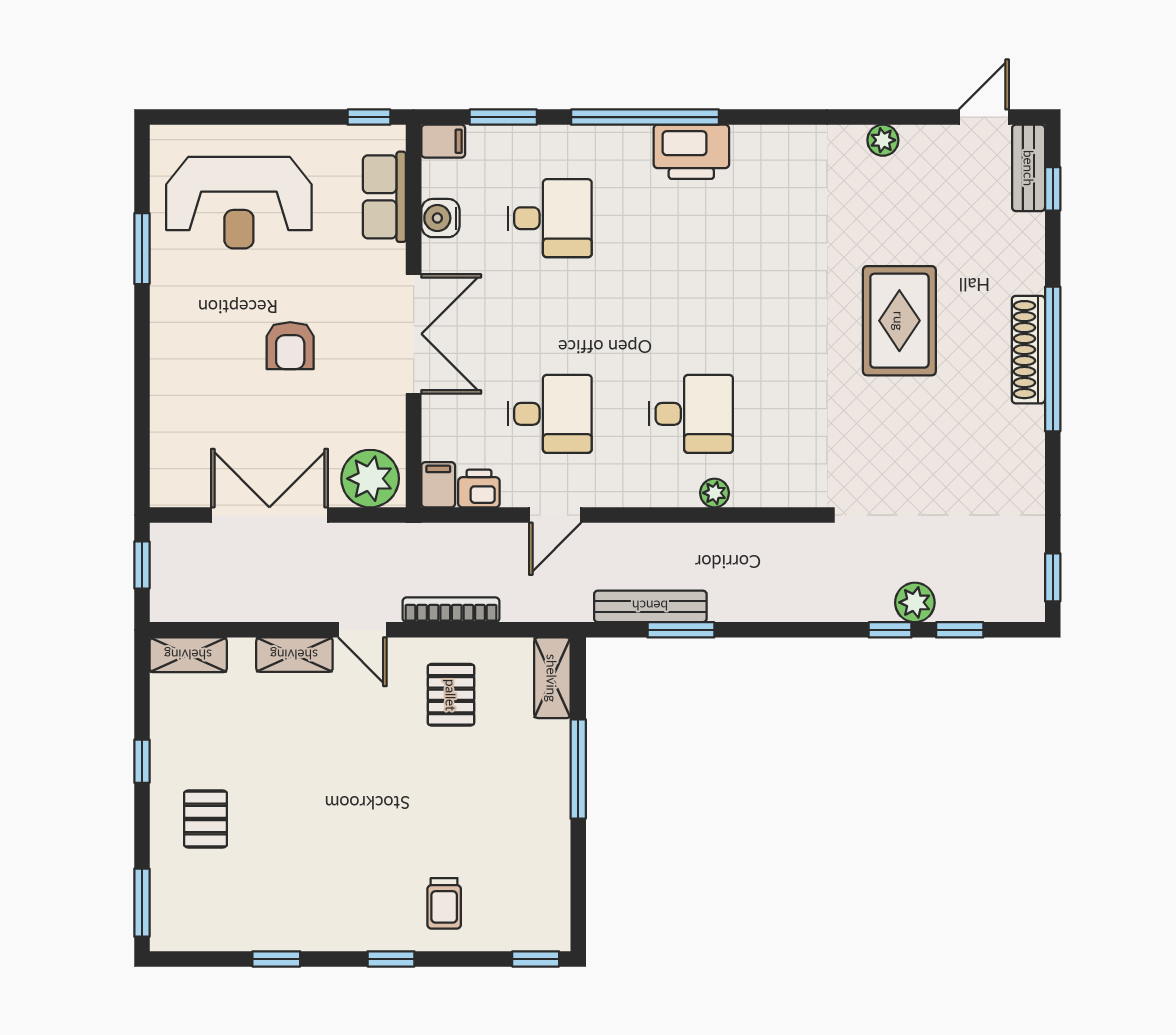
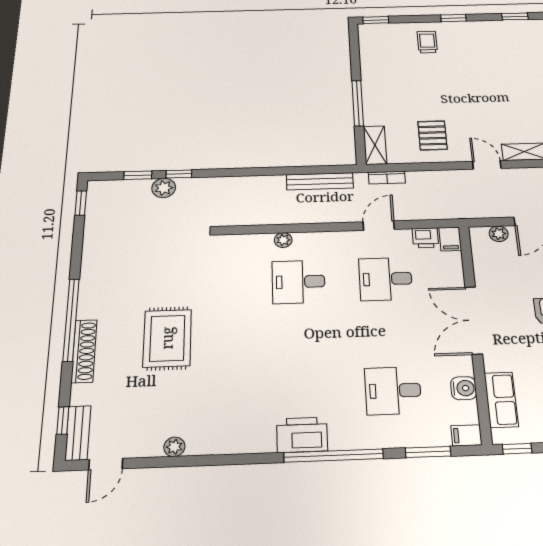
shoe rack: (1028, 350) -> (84, 351), moved
plant: (370, 479) -> (499, 234), width x0.53, depth x0.53
bookcase: (451, 610) -> (387, 178), moved, width x0.64
window: (681, 630) -> (302, 170), removed

